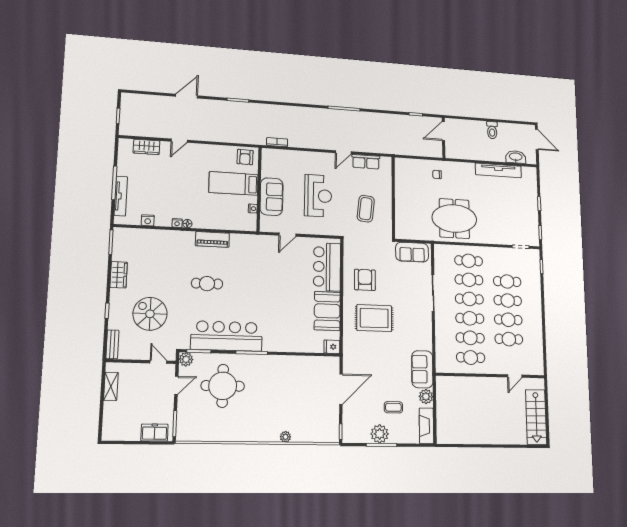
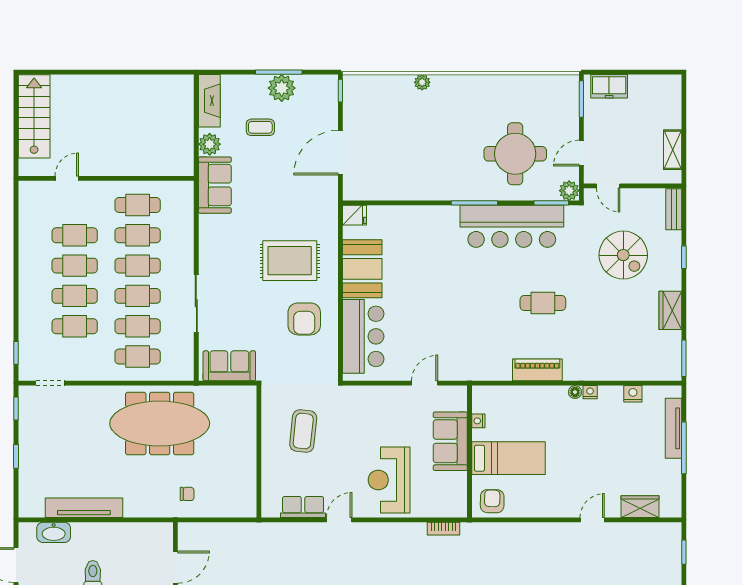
reception desk: (318, 196) -> (389, 480), moved
meeting table: (454, 219) -> (160, 423), width x1.36

